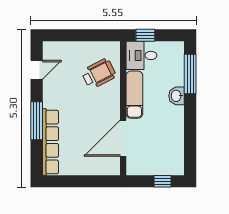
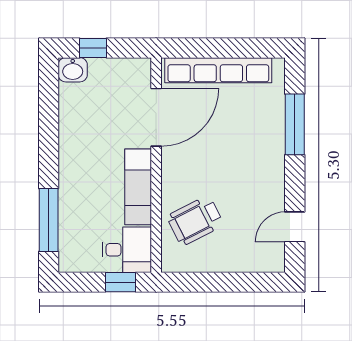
washbasin: (177, 96) -> (73, 70), moved, turned 90
window: (37, 121) -> (295, 124), moved
row of seats: (51, 142) -> (218, 70), moved, turned -90

